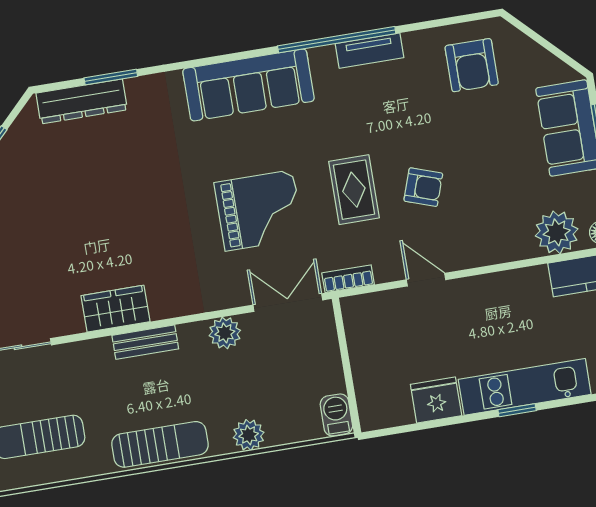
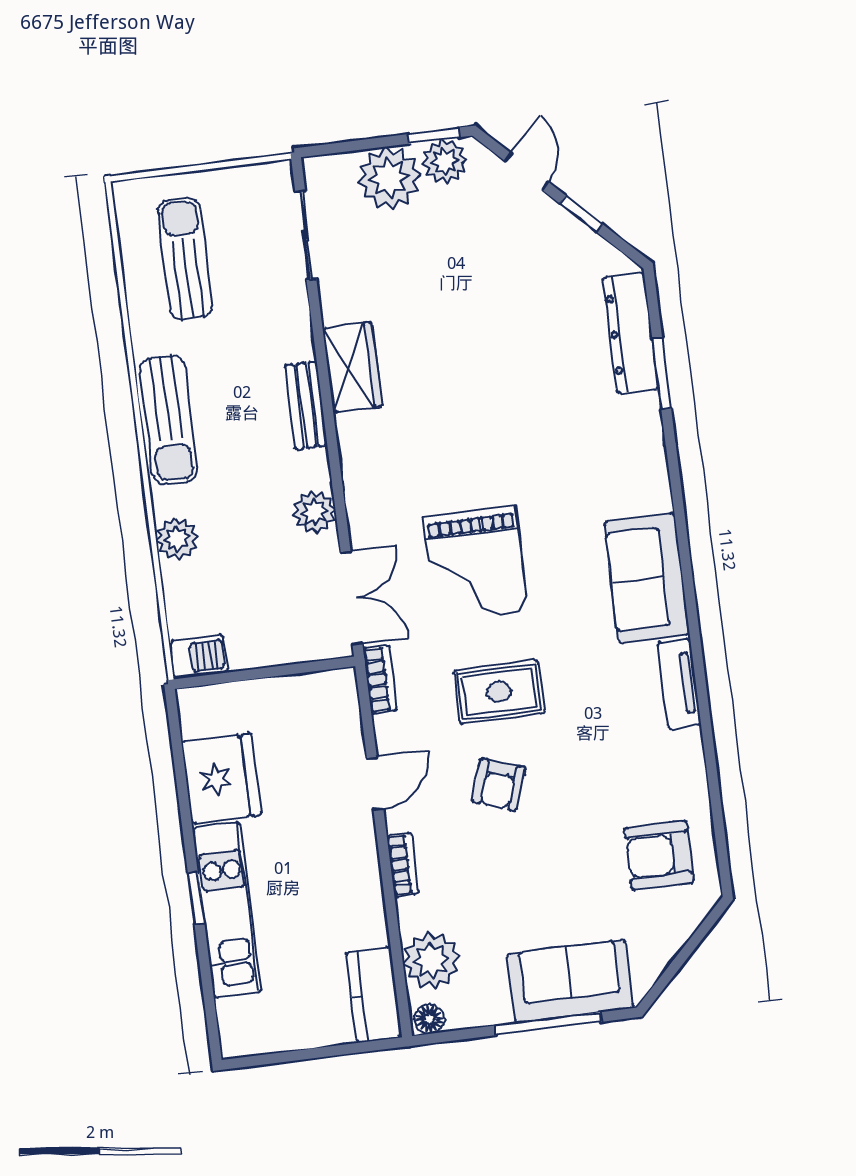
window: (337, 40) -> (700, 676), removed
tv unit: (370, 51) -> (679, 684), moved
sofa: (248, 85) -> (647, 578), width x0.73
bookcase: (486, 257) -> (403, 865), added
fridge: (436, 400) -> (221, 779), width x1.36, depth x1.34

